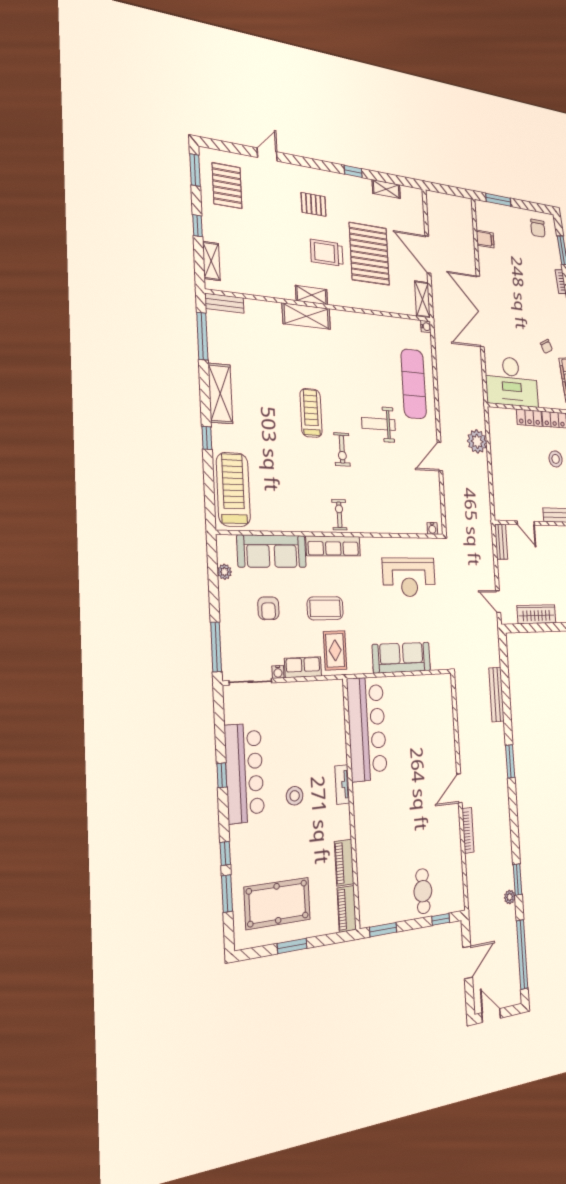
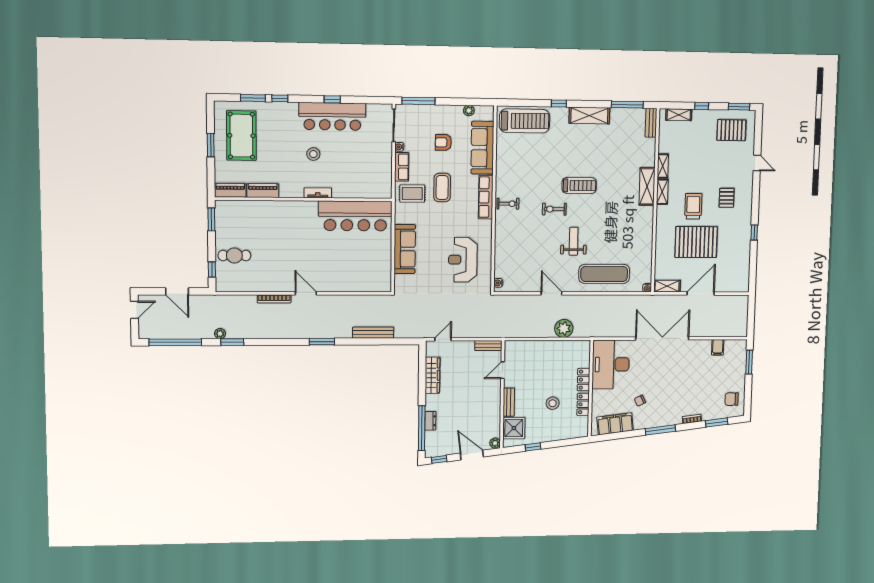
shelving: (386, 189) -> (663, 166), moved

